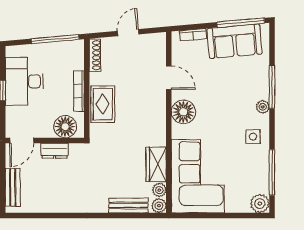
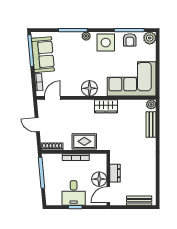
door: (169, 78) -> (52, 98), moved
desk: (24, 81) -> (74, 193), width x0.73
floor lamp: (65, 127) -> (99, 179), moved
side table: (253, 137) -> (106, 43), width x1.87, depth x1.87
door: (22, 140) -> (108, 195), swing flipped
wardrobe: (156, 164) -> (106, 106), moved
armchair: (257, 173) -> (130, 40), added
plant: (159, 190) -> (141, 104), removed

